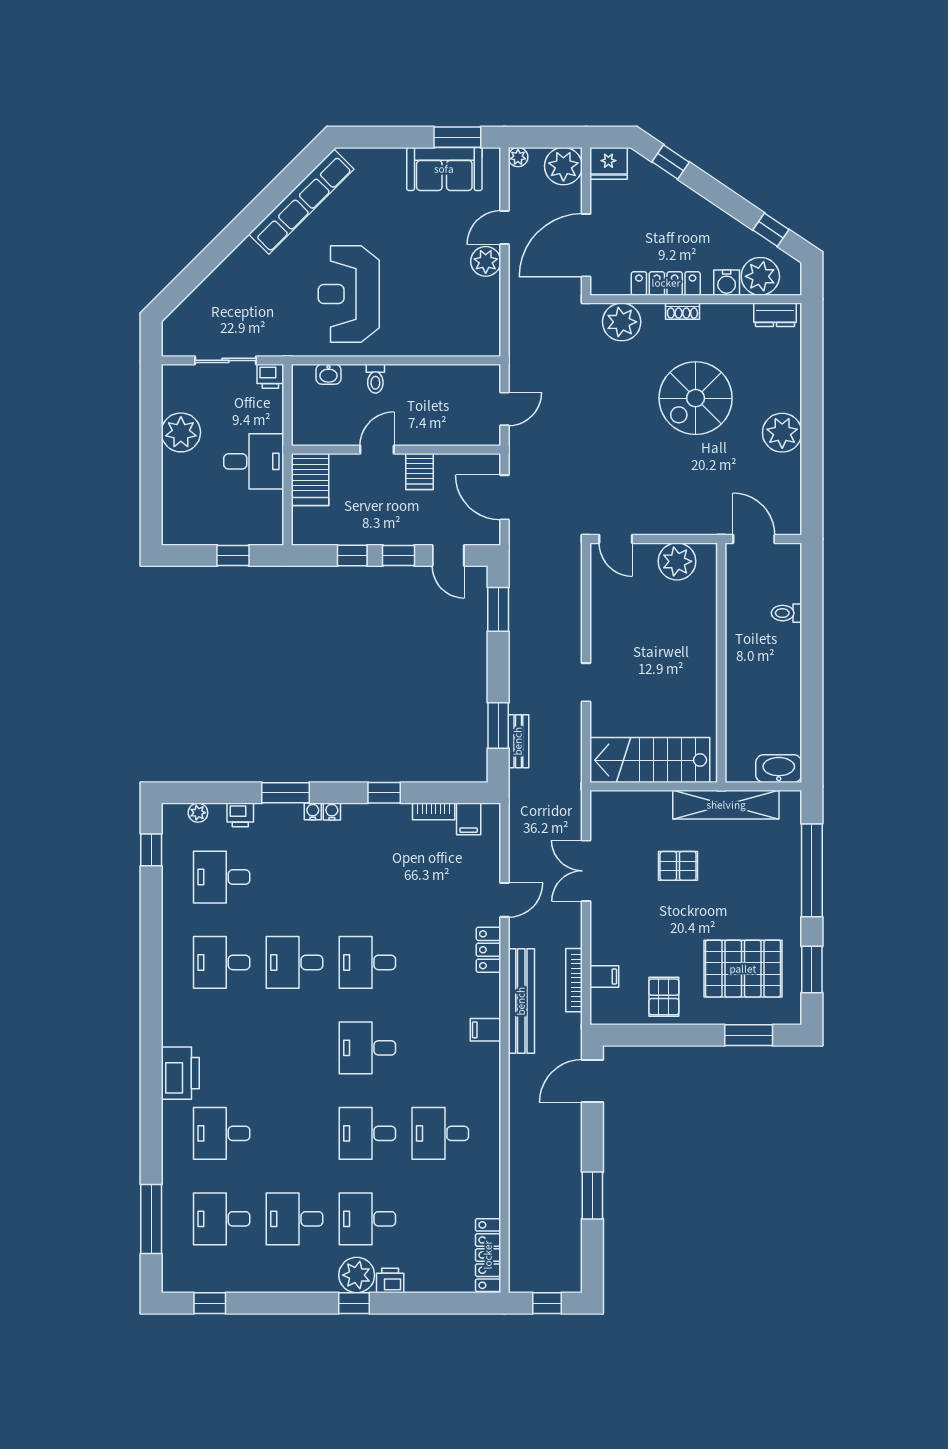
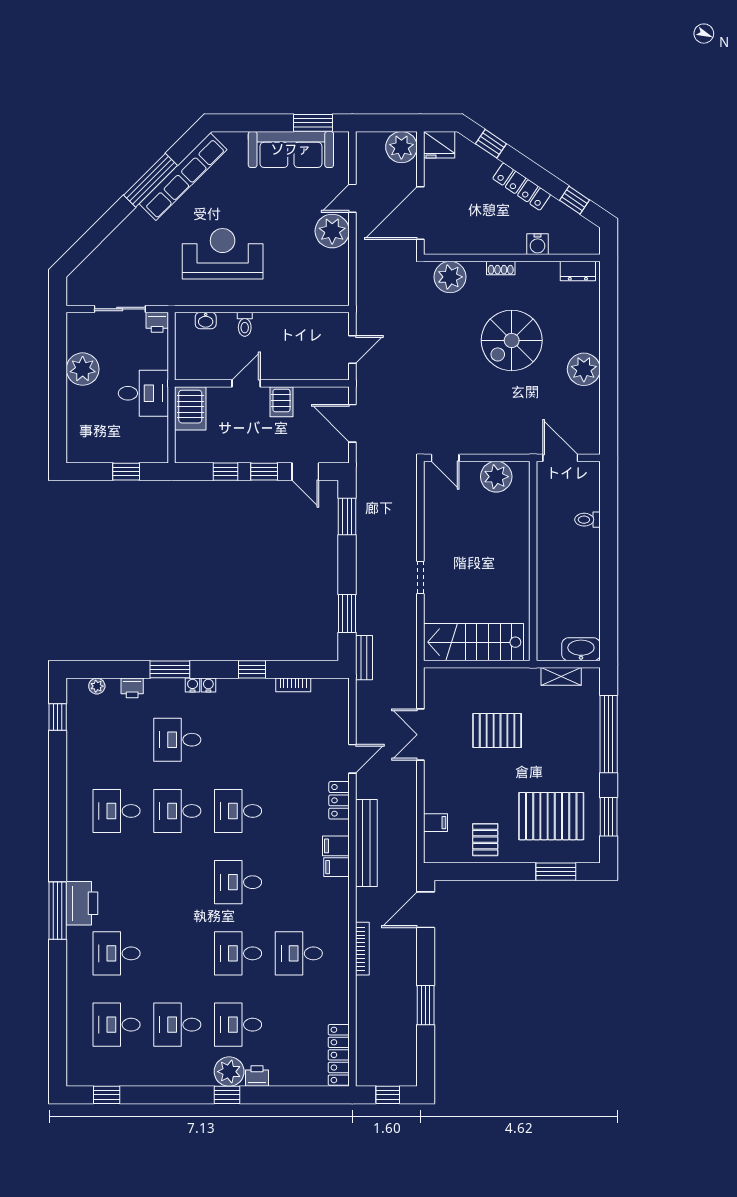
plant: (518, 157) -> (364, 139), removed
sofa: (444, 169) -> (291, 149), width x1.36
window: (262, 206) -> (151, 180), added
plant: (486, 261) -> (332, 231), width x1.36, depth x1.36
plant: (760, 276) -> (566, 239), removed
locker: (666, 283) -> (522, 187), moved, turned -146
reception desk: (349, 294) -> (223, 254), turned 90
bench: (518, 741) -> (364, 658), moved
shelving: (726, 805) -> (561, 676), width x0.45, depth x0.75
filing cabinet: (469, 819) -> (336, 846), moved, turned 90
pallet: (678, 866) -> (497, 730), width x1.50, depth x1.42
desk: (222, 877) -> (177, 740), moved
bookcase: (574, 980) -> (362, 949), moved, turned 180
window: (151, 1219) -> (58, 911), moved

